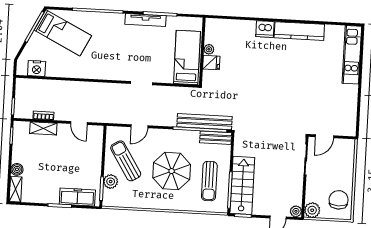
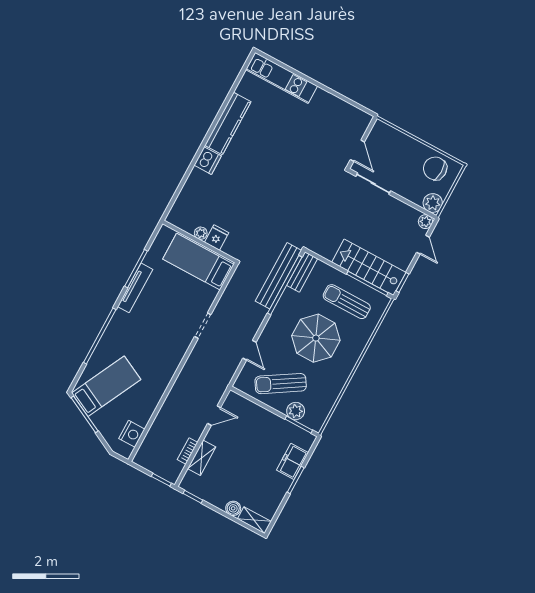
sun lounger: (209, 181) -> (347, 302), turned 180
freezer: (77, 197) -> (292, 461), width x0.71

